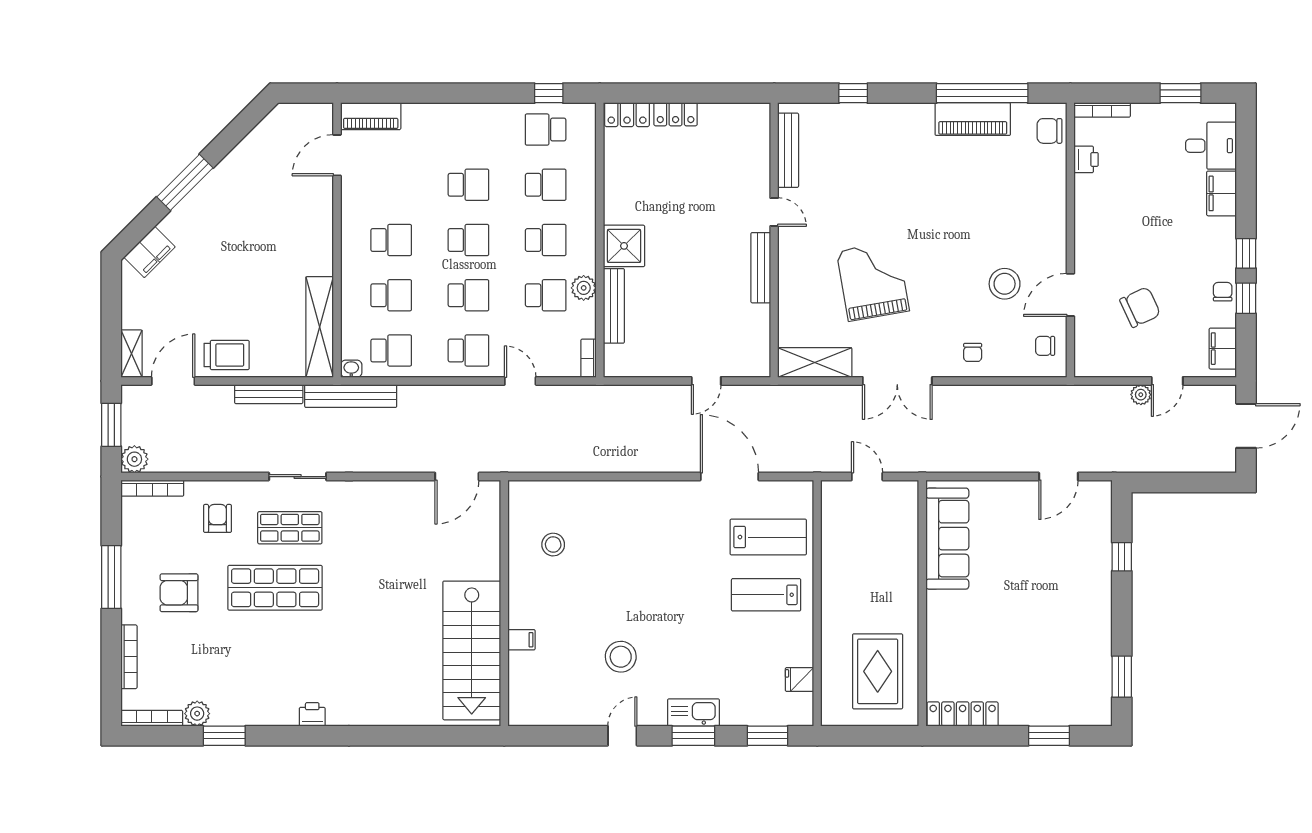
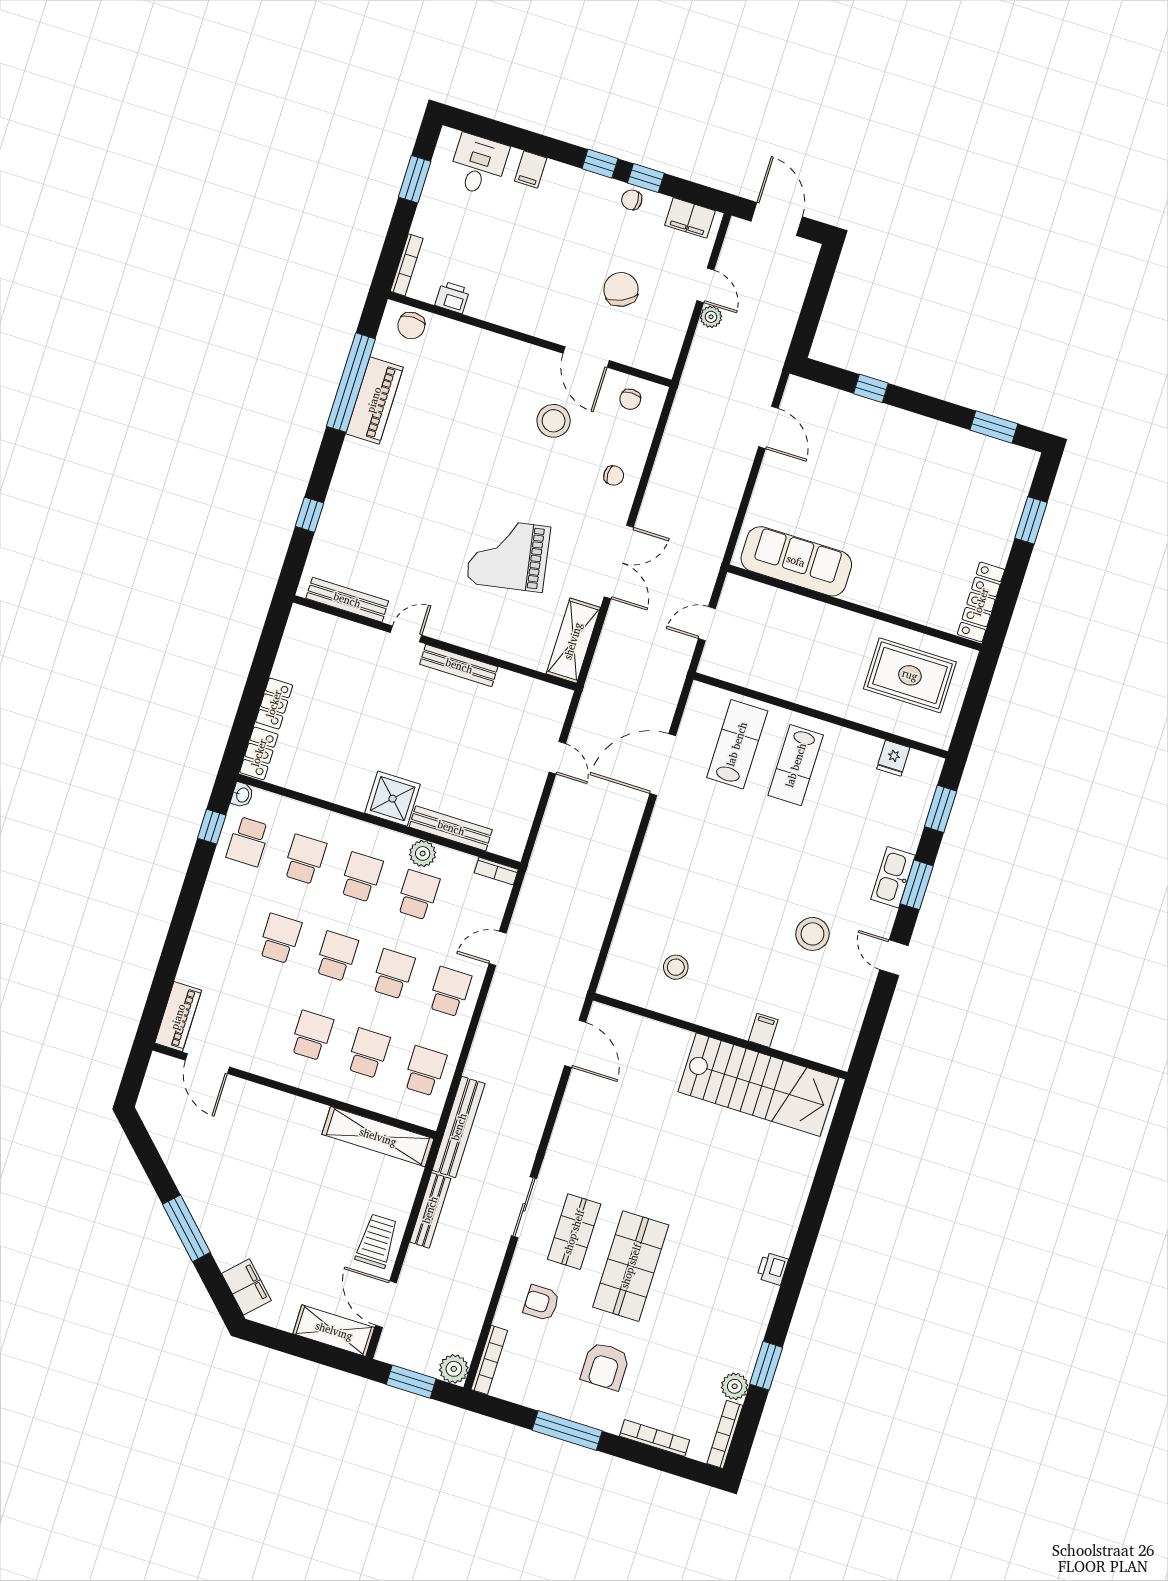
filing cabinet: (1222, 193) -> (531, 169), width x0.50
shelving: (131, 354) -> (334, 1331), width x1.50, depth x1.33
washbasin: (351, 369) -> (242, 795), moved, turned 180

